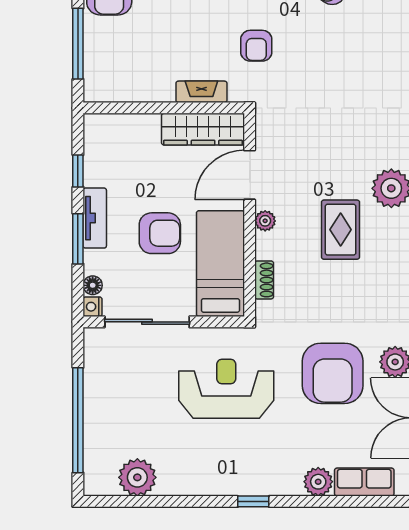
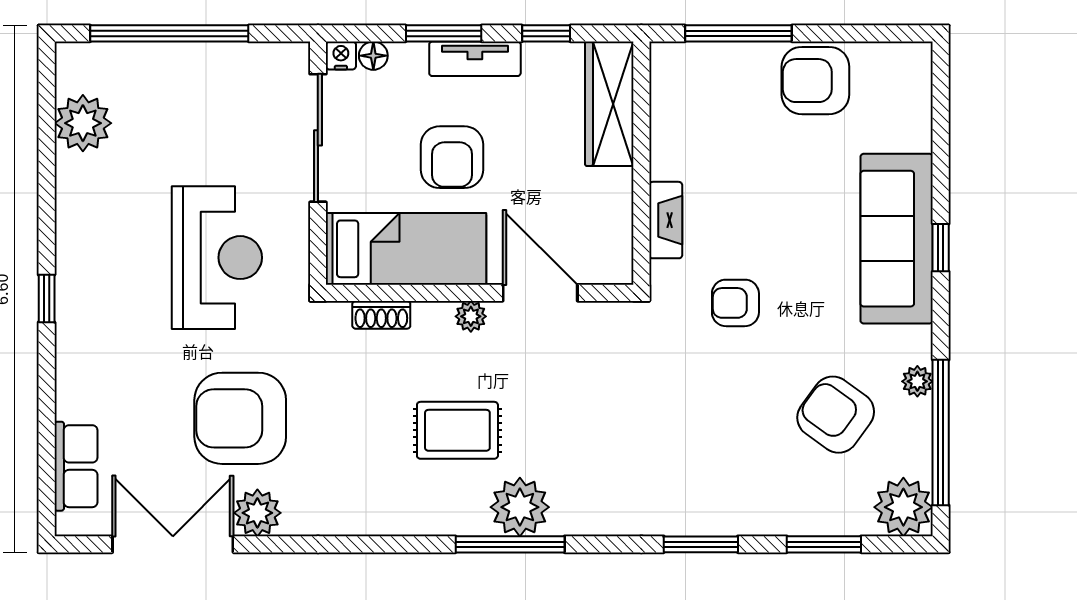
wardrobe: (203, 129) -> (609, 104), moved
plant: (318, 482) -> (76, 397), removed

